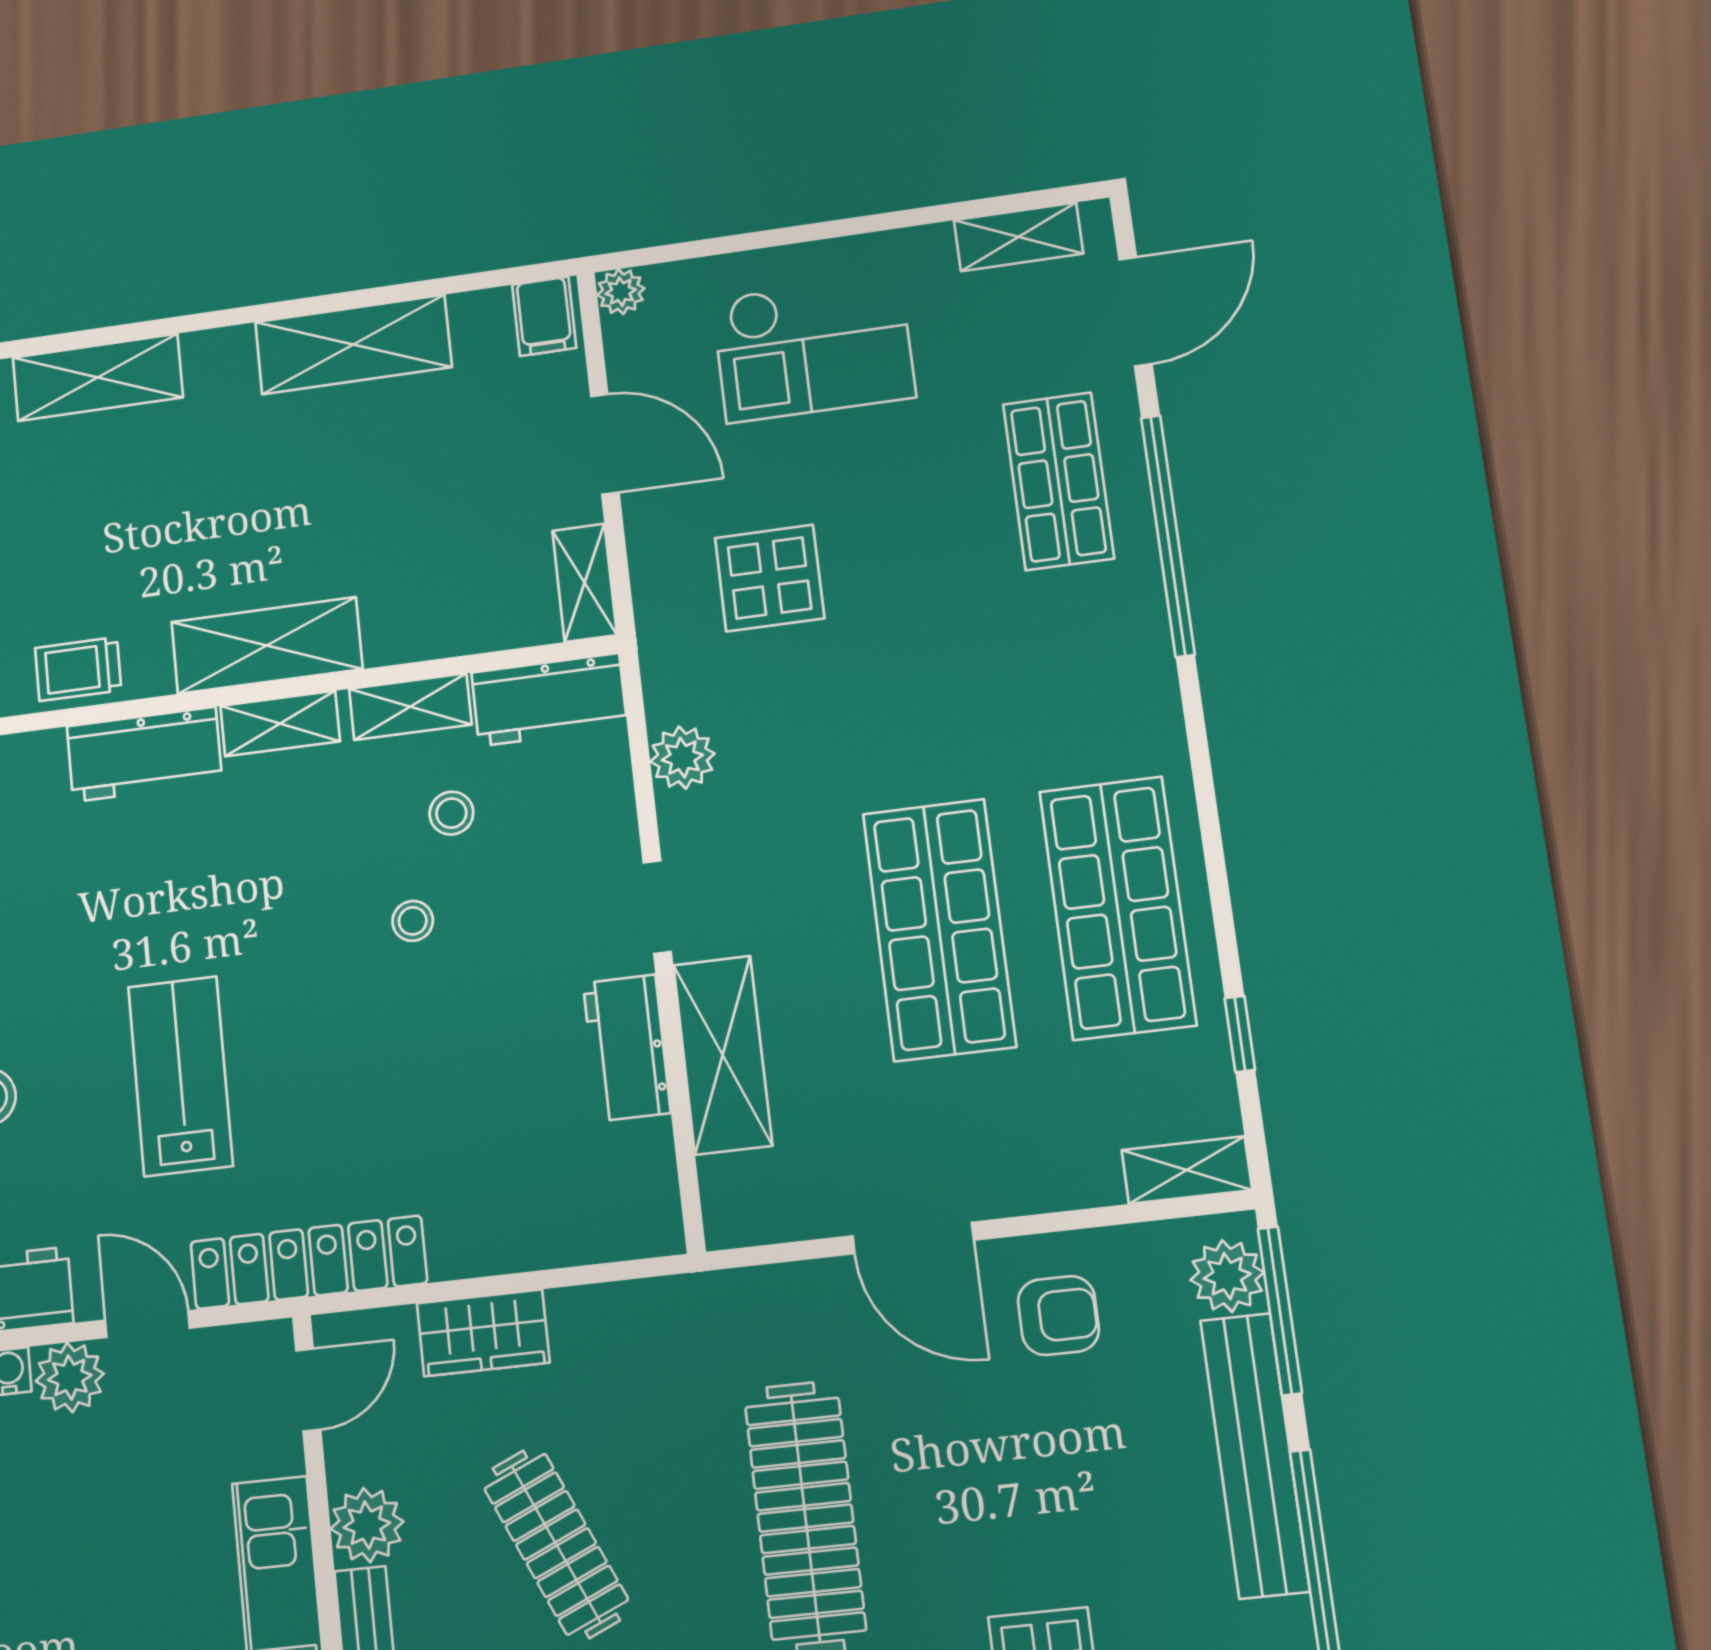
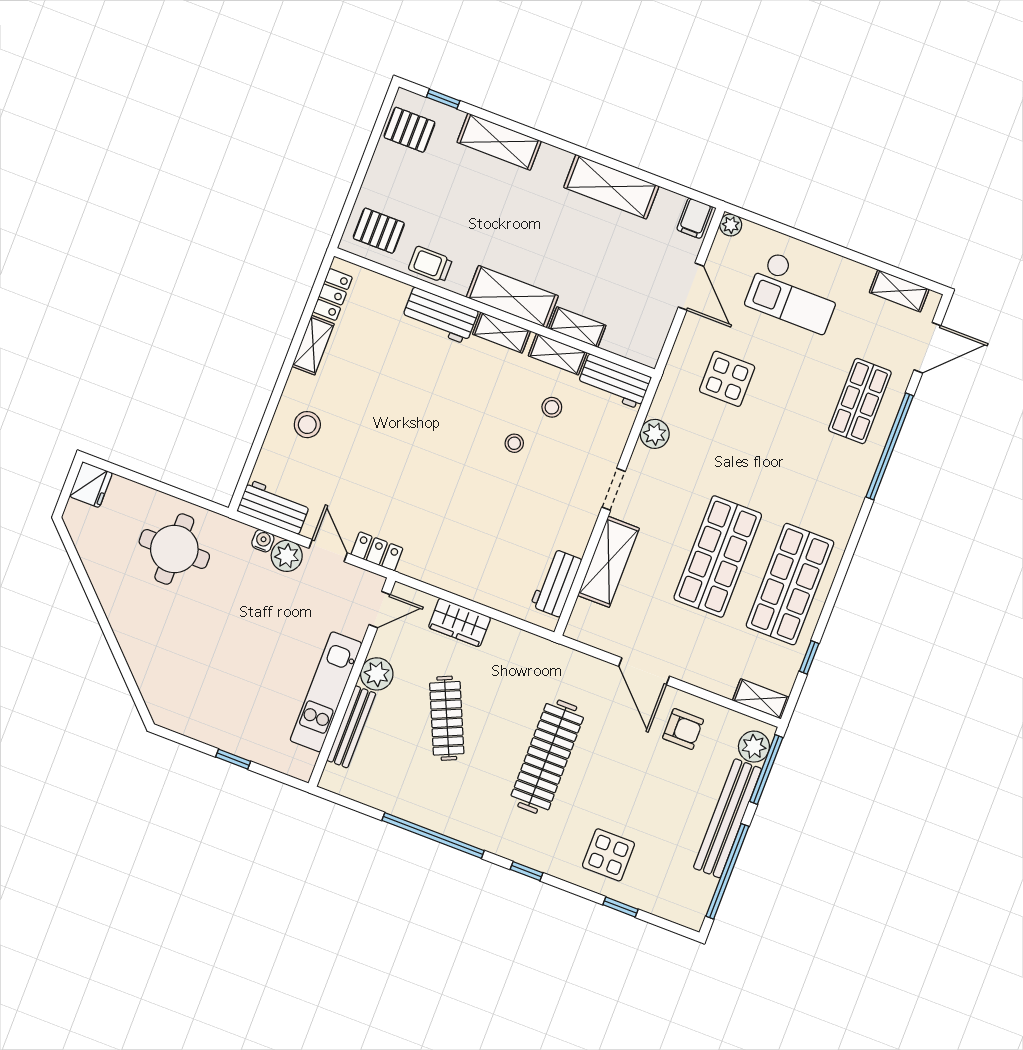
shelving: (585, 583) -> (577, 327), moved, turned 90
workbench: (627, 1048) -> (556, 583), moved
lab bench: (180, 1076) -> (390, 457), removed
locker: (308, 1262) -> (377, 551), width x0.46, depth x0.83

